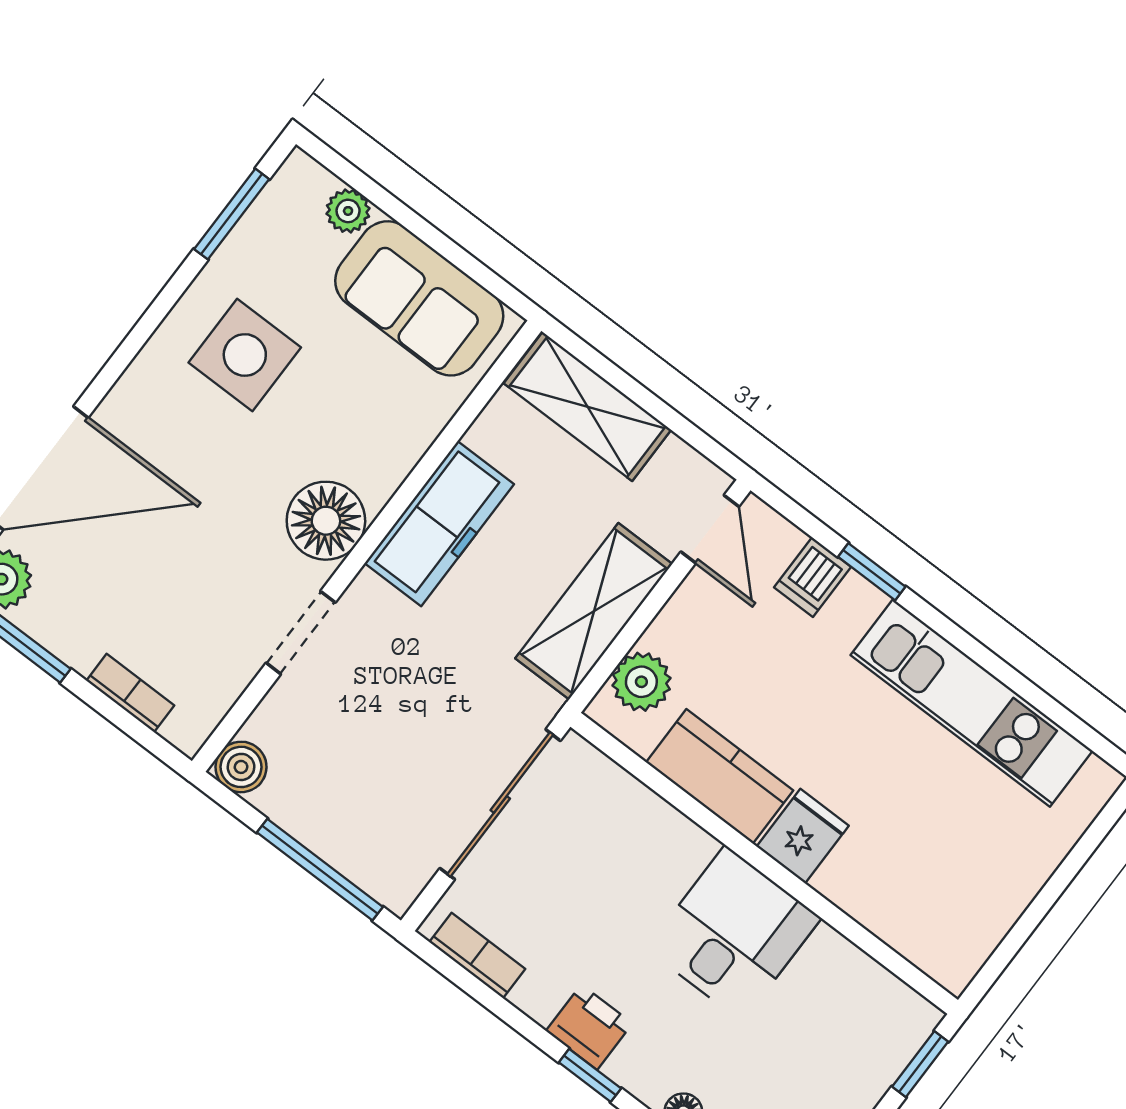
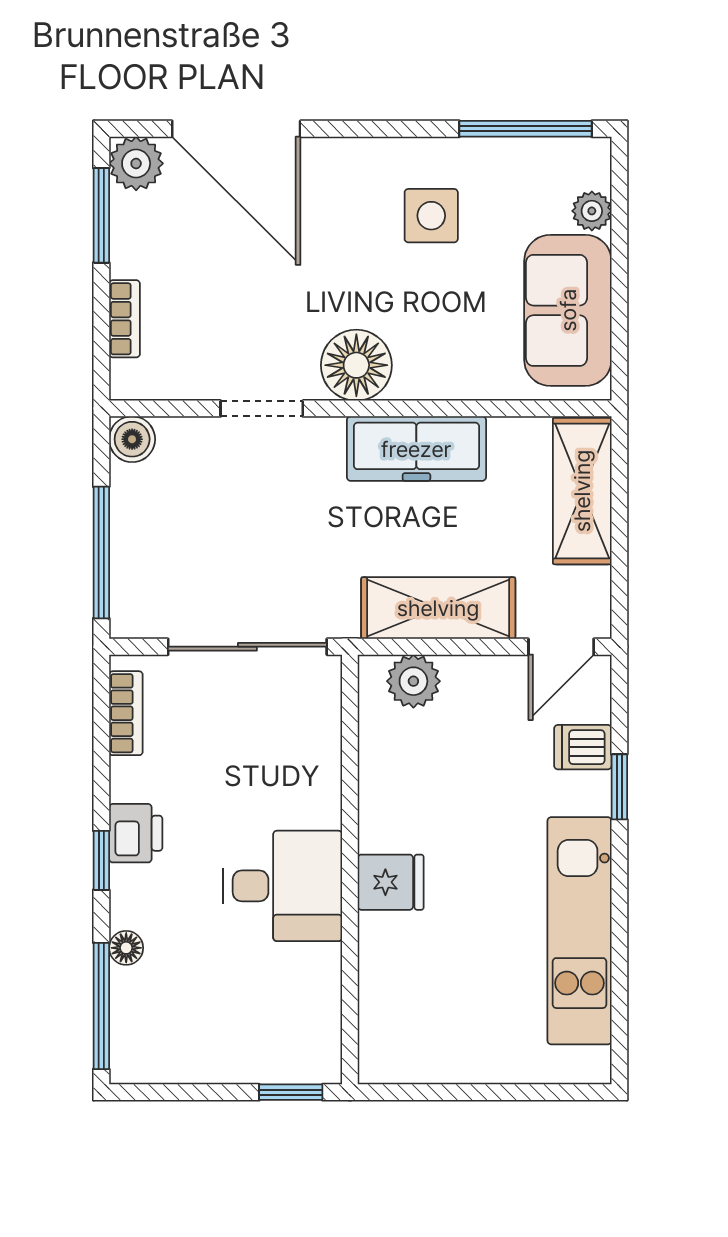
window: (232, 214) -> (526, 129), width x1.44
side table: (245, 355) -> (431, 216), width x0.73, depth x0.73
kitchen counter: (720, 776) -> (388, 790), removed

